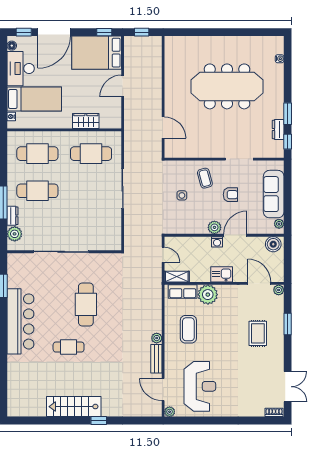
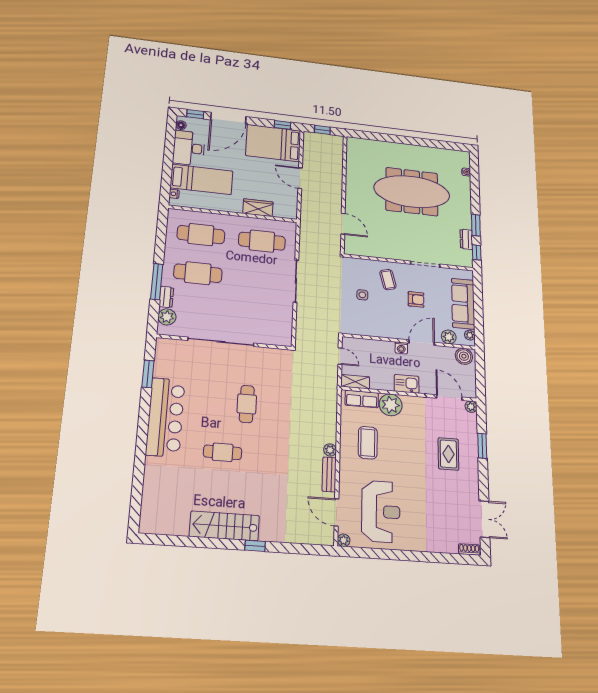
door: (123, 86) -> (300, 178), hinge flipped
plant: (214, 227) -> (449, 337), moved
cafe table: (86, 304) -> (247, 404), width x0.73, depth x0.74

